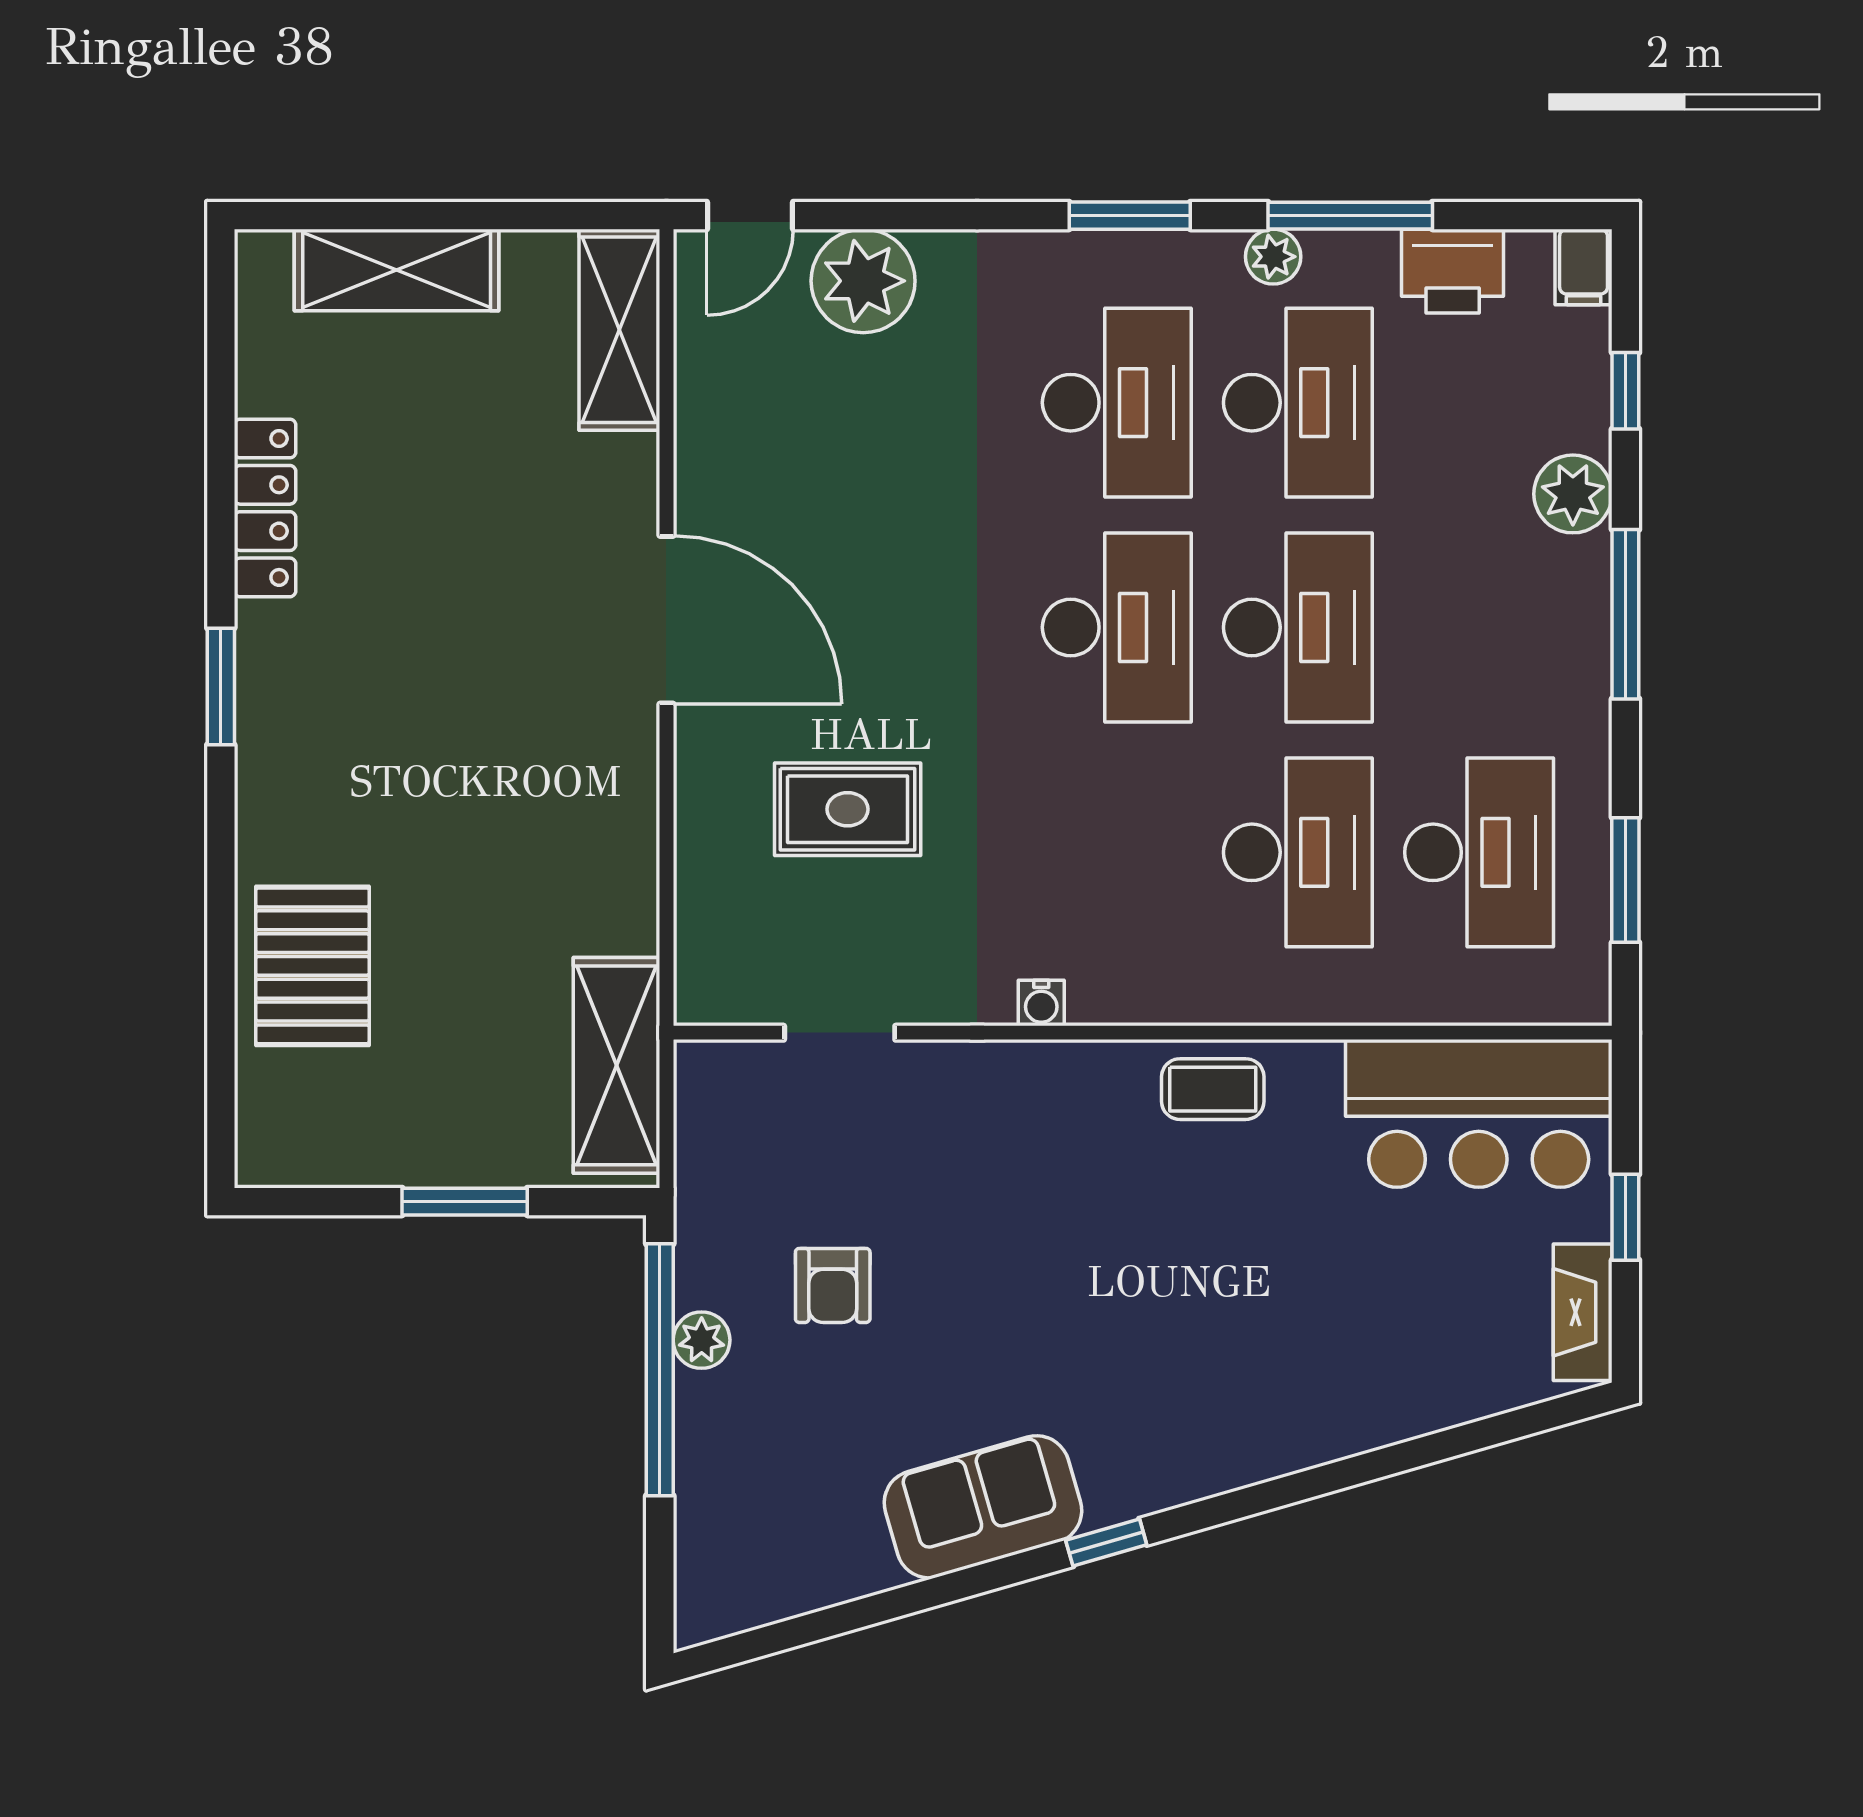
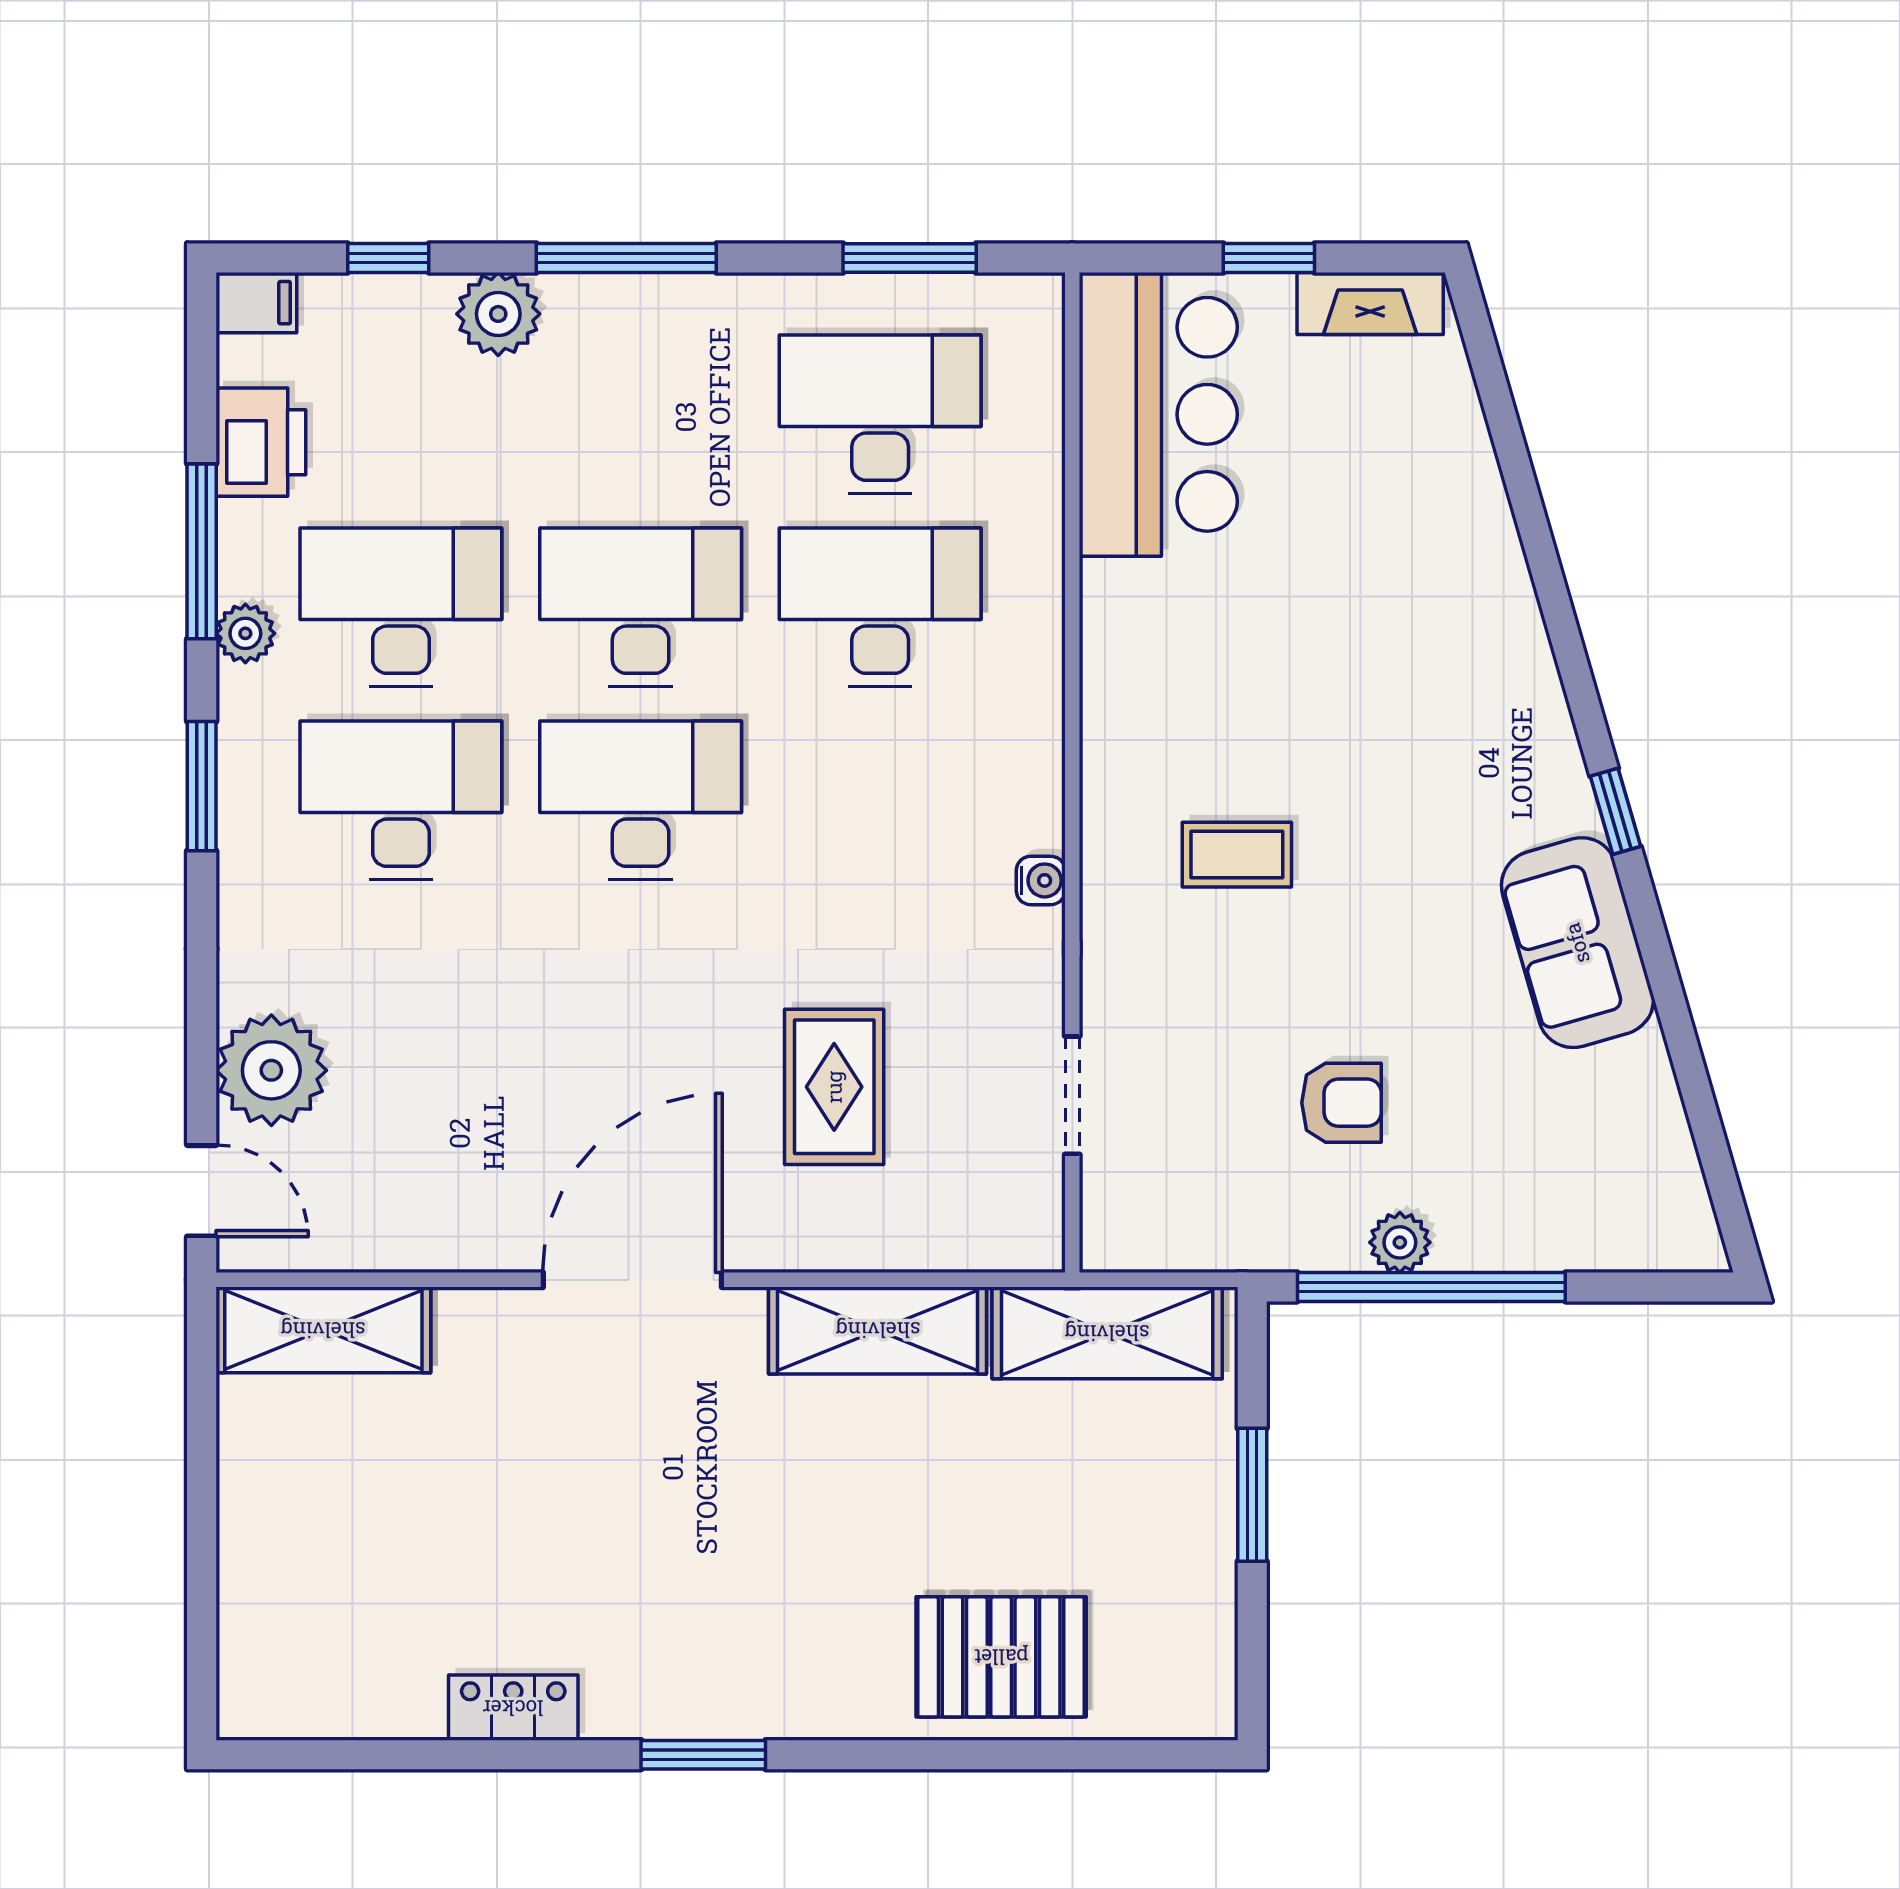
shelving: (397, 270) -> (878, 1330), moved, turned 90
locker: (265, 508) -> (513, 1708), width x0.66
coffee table: (1213, 1089) -> (1237, 855), moved, turned 90

